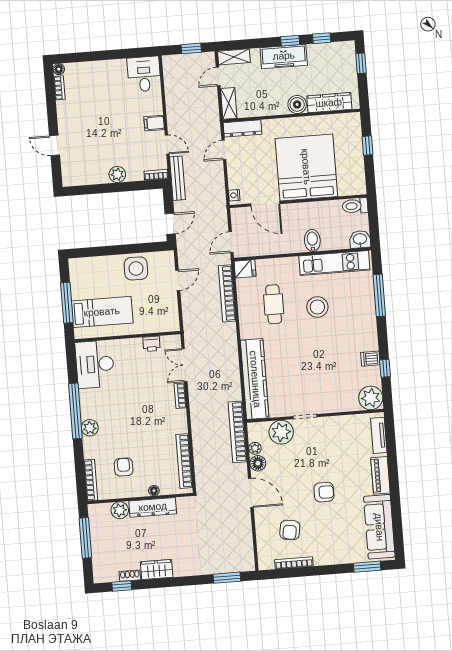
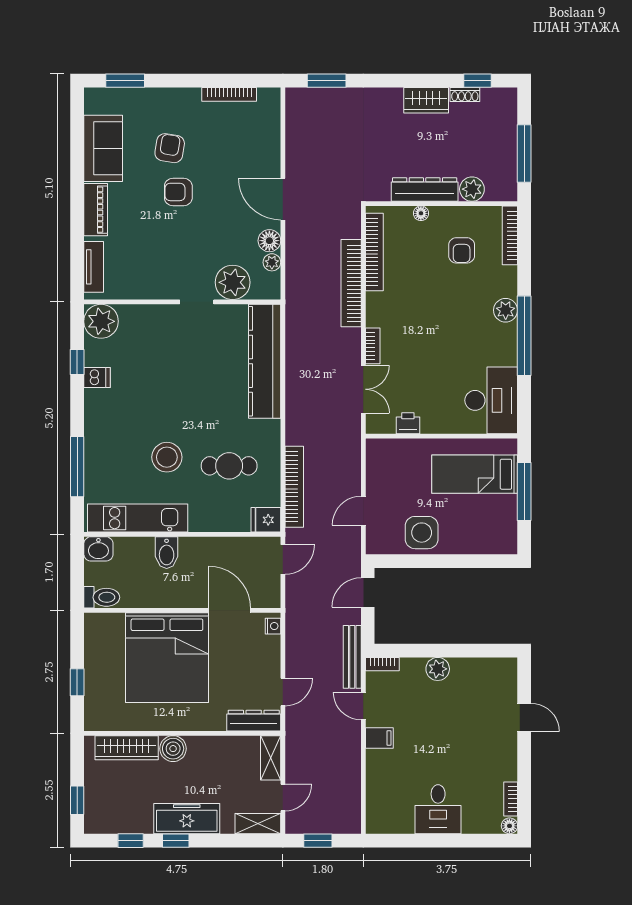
desk: (144, 74) -> (438, 809), moved
cafe table: (274, 304) -> (229, 466), turned 90
bookcase: (237, 432) -> (351, 283), moved, turned 180
sofa: (379, 527) -> (103, 148), width x0.73
armchair: (290, 530) -> (170, 148), moved

